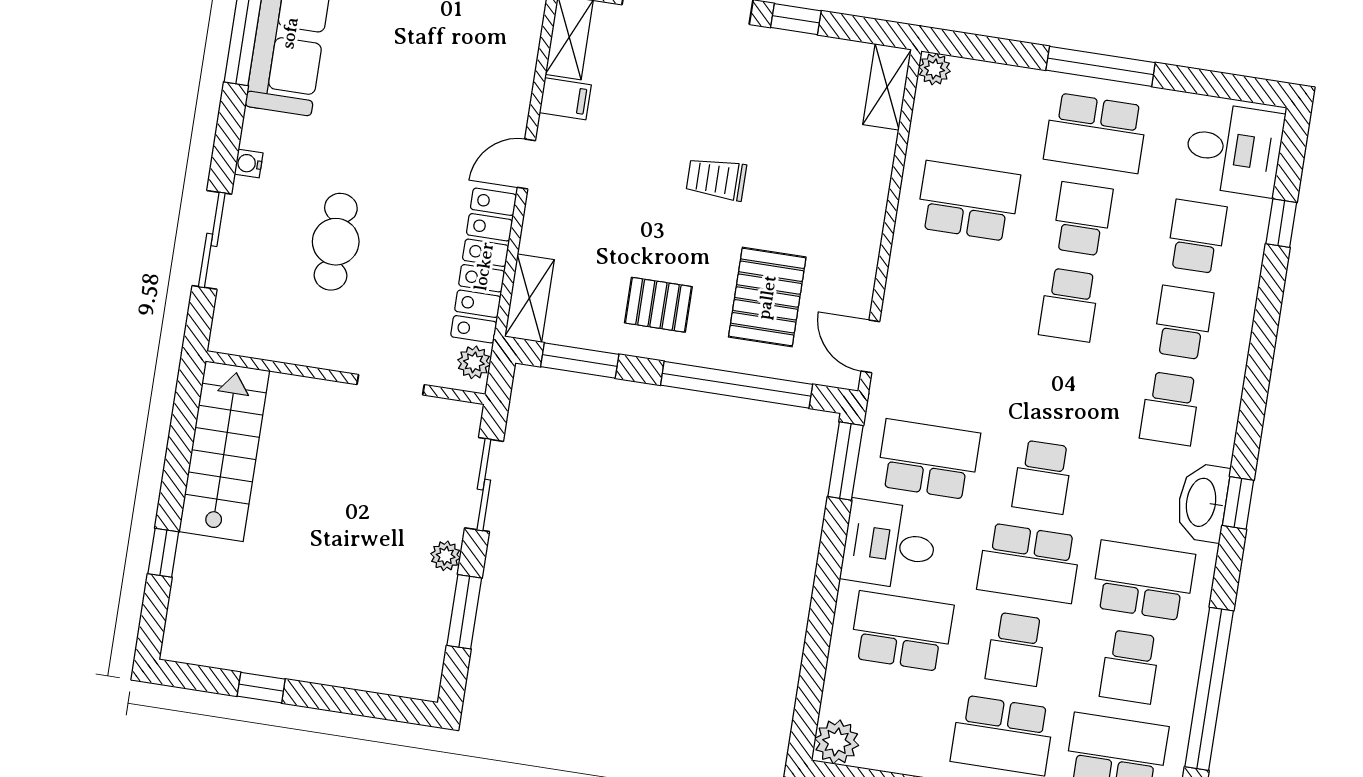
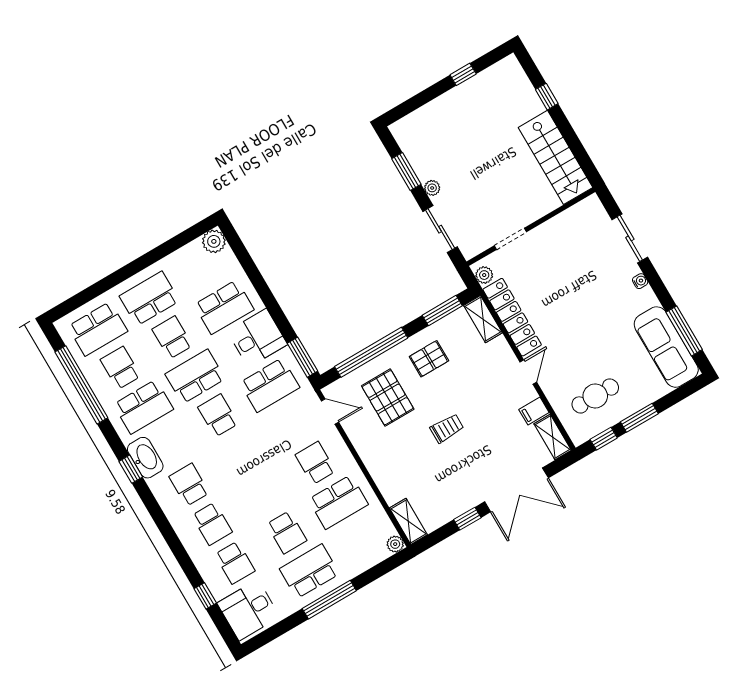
cafe table: (336, 242) -> (595, 396), moved, turned 90
school desk: (1069, 305) -> (315, 463), moved

